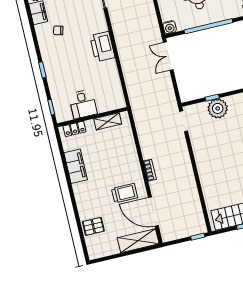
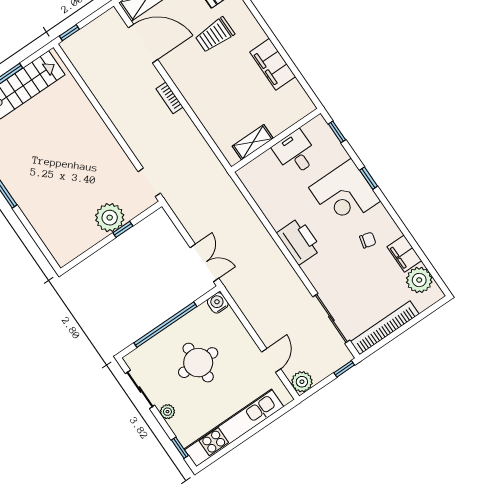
corner desk: (62, 65) -> (345, 194), added
locker: (75, 129) -> (294, 115), removed
trolley: (125, 193) -> (215, 35), moved

